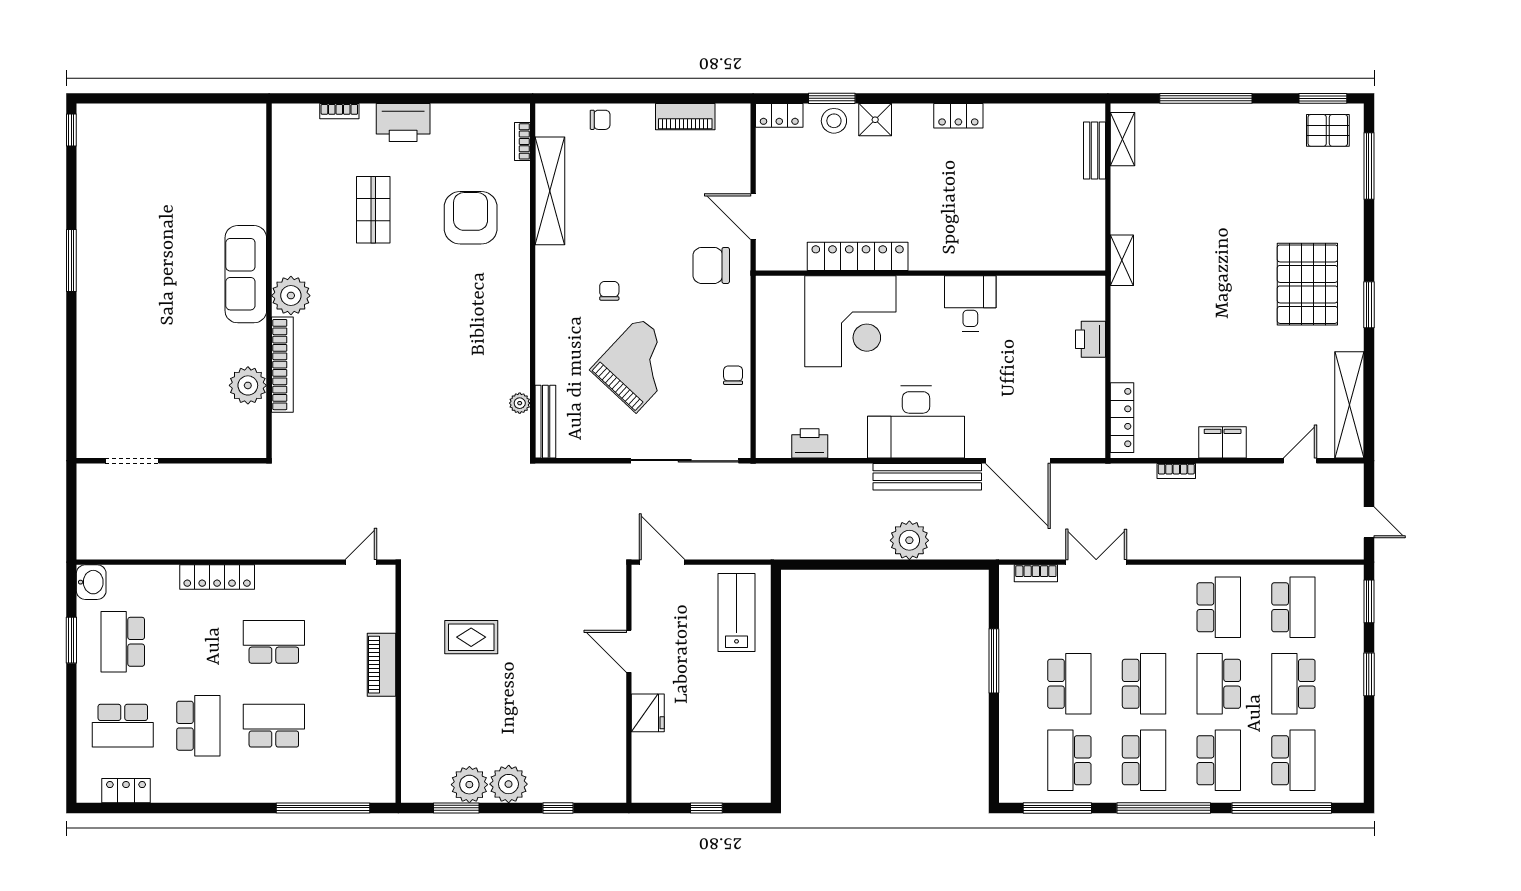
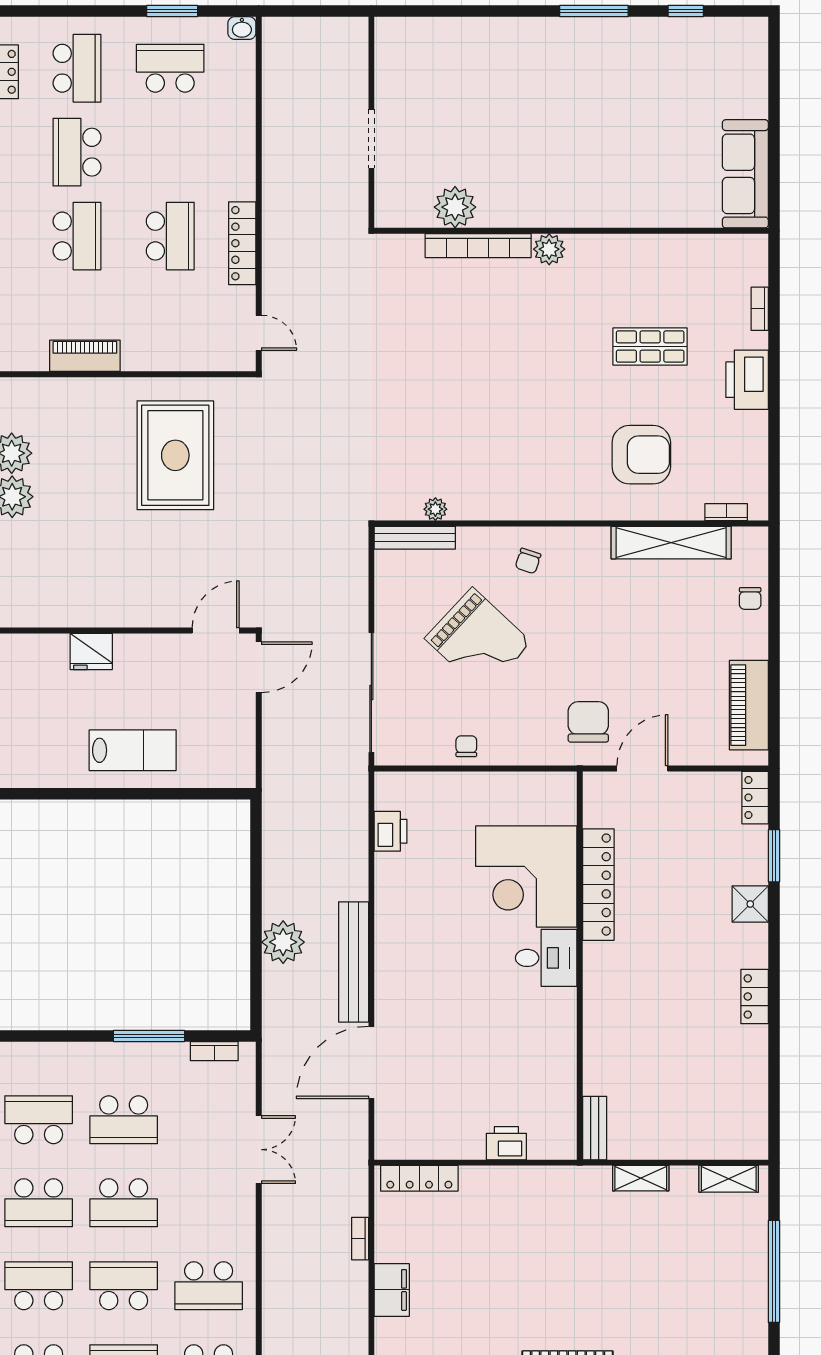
piano: (685, 117) -> (749, 705), width x1.37, depth x1.33
stool: (834, 121) -> (749, 858), removed
window: (71, 130) -> (686, 11), moved
bench: (1094, 150) -> (595, 1128), moved, turned 90
shelving: (1122, 260) -> (641, 1178), moved
sofa: (246, 274) -> (745, 174), moved, turned -90
chair: (609, 291) -> (528, 561), moved, turned 108
plant: (291, 296) -> (549, 249), width x0.73, depth x0.73
desk: (970, 303) -> (546, 958), moved
chair: (733, 375) -> (466, 746), turned -90
desk: (916, 422) -> (414, 949), removed
doorway: (132, 461) -> (371, 139), moved
bookcase: (1036, 573) -> (214, 1051), moved, turned -90
locker: (217, 577) -> (242, 243), moved
washbasin: (91, 582) -> (242, 28), width x0.72, depth x0.69
lab bench: (737, 612) -> (133, 750), moved
rug: (471, 637) -> (175, 455), width x1.86, depth x2.06
door: (629, 651) -> (216, 630), moved
piano: (382, 665) -> (85, 356), moved
school desk: (123, 726) -> (77, 68), turned 180
school desk: (198, 726) -> (77, 152), turned 90
school desk: (1219, 760) -> (39, 1286), turned 180

